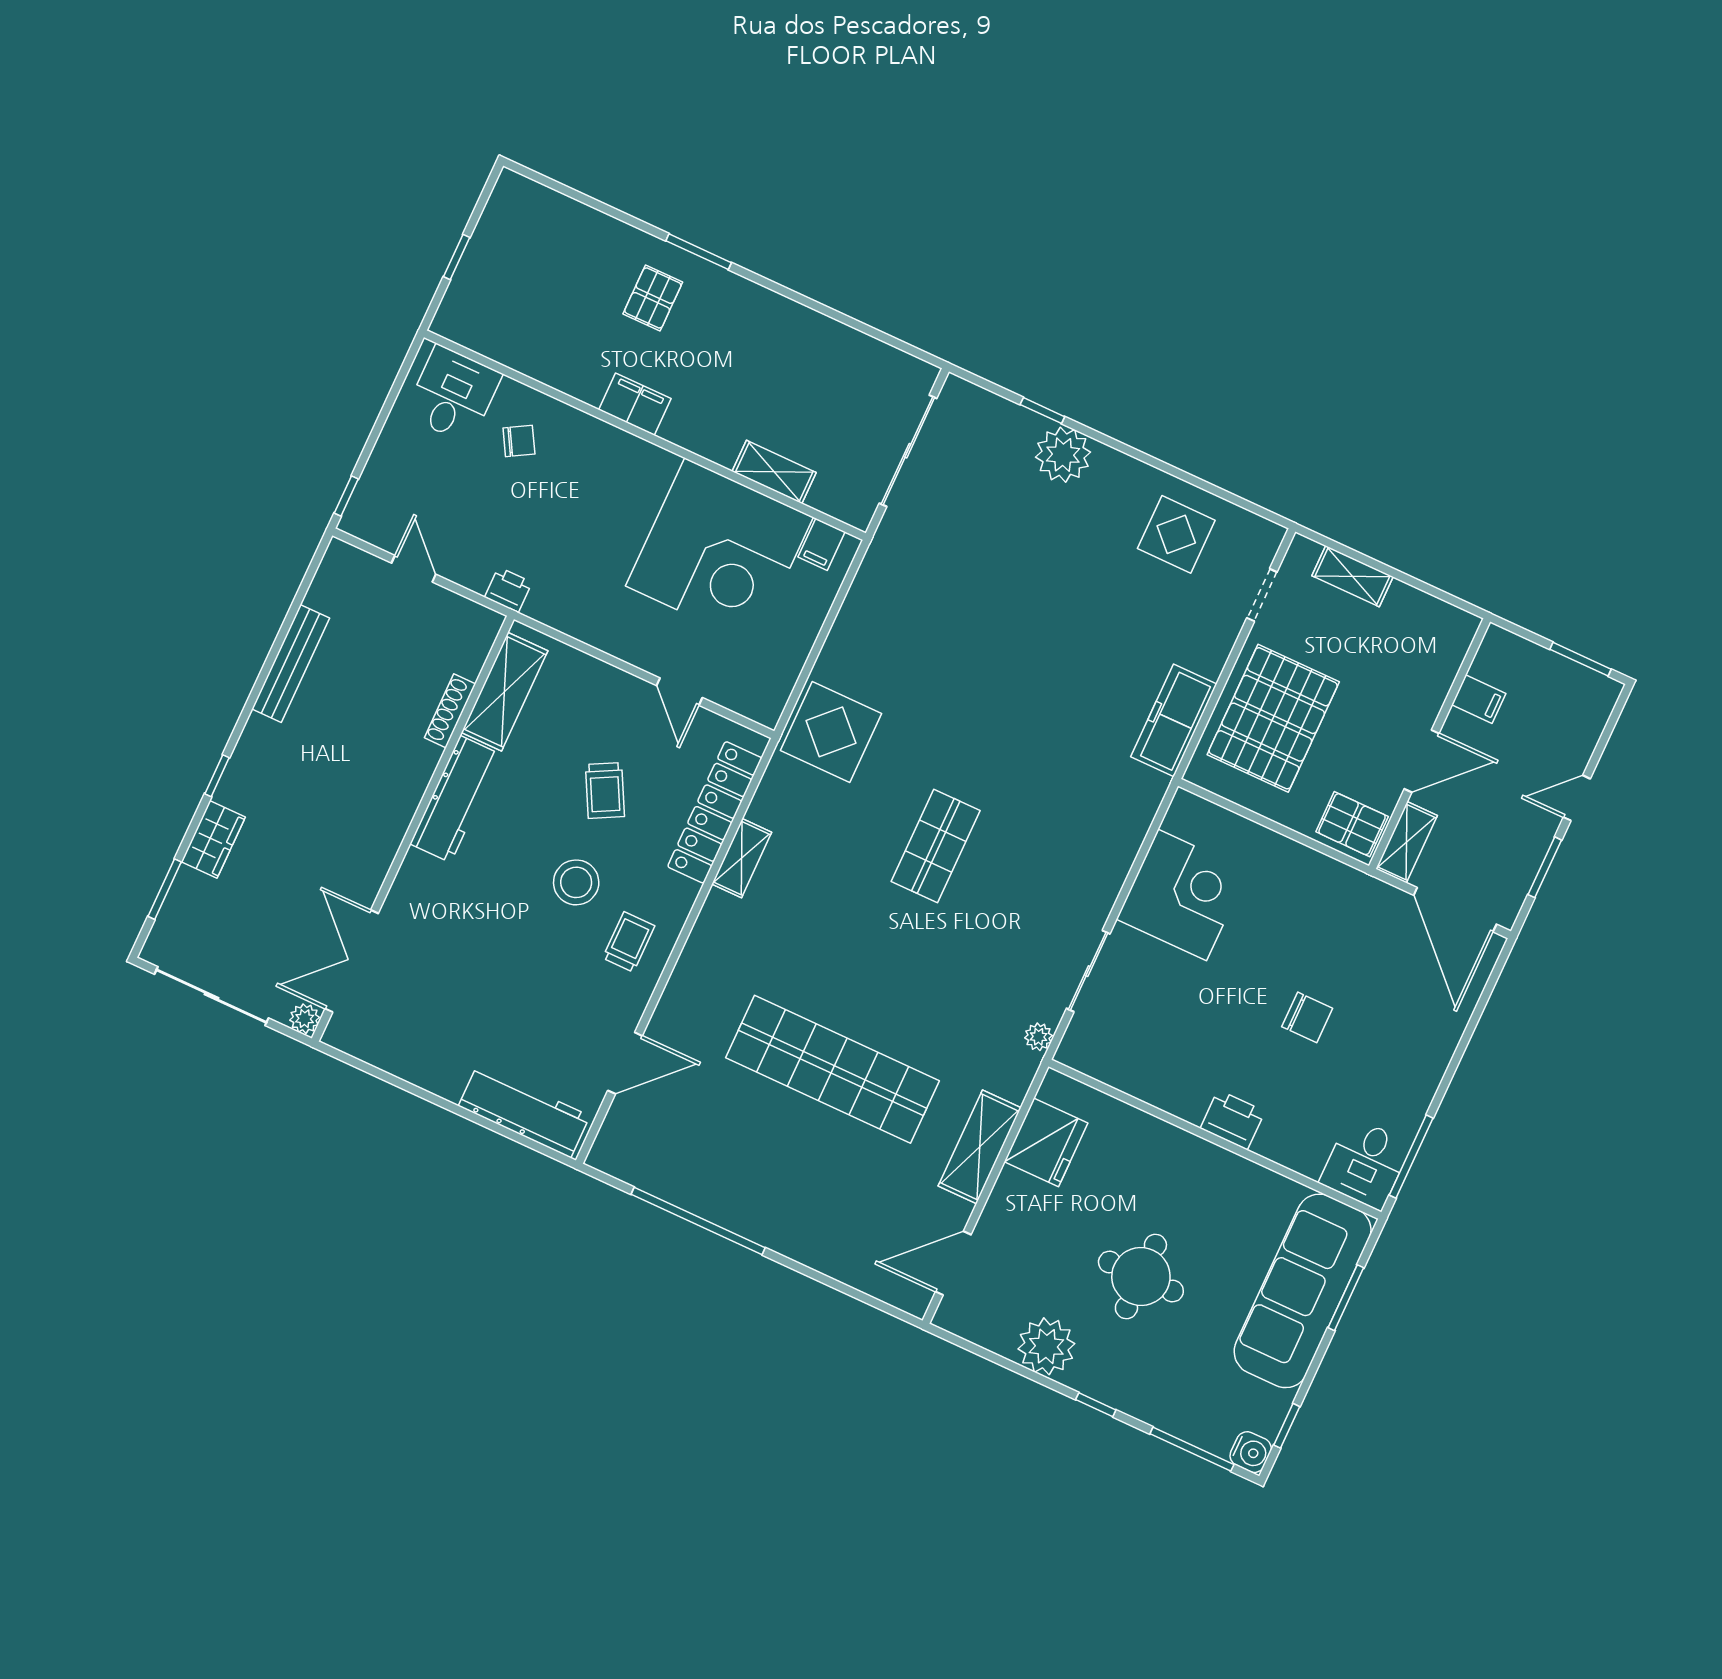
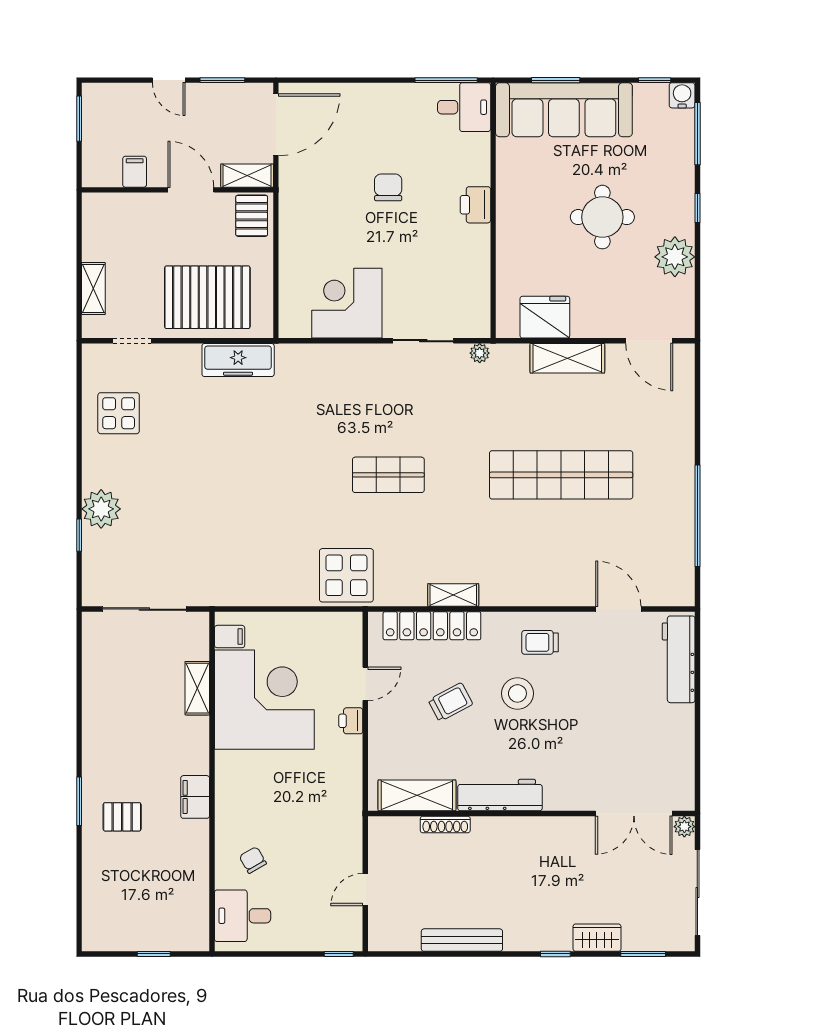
printer: (508, 590) -> (351, 721), moved
shop shelf: (833, 1069) -> (561, 475), turned 90

